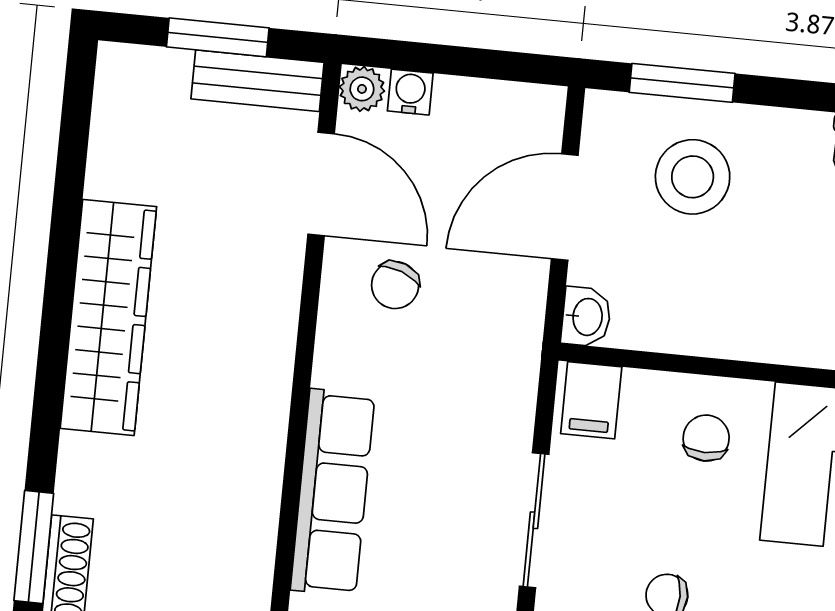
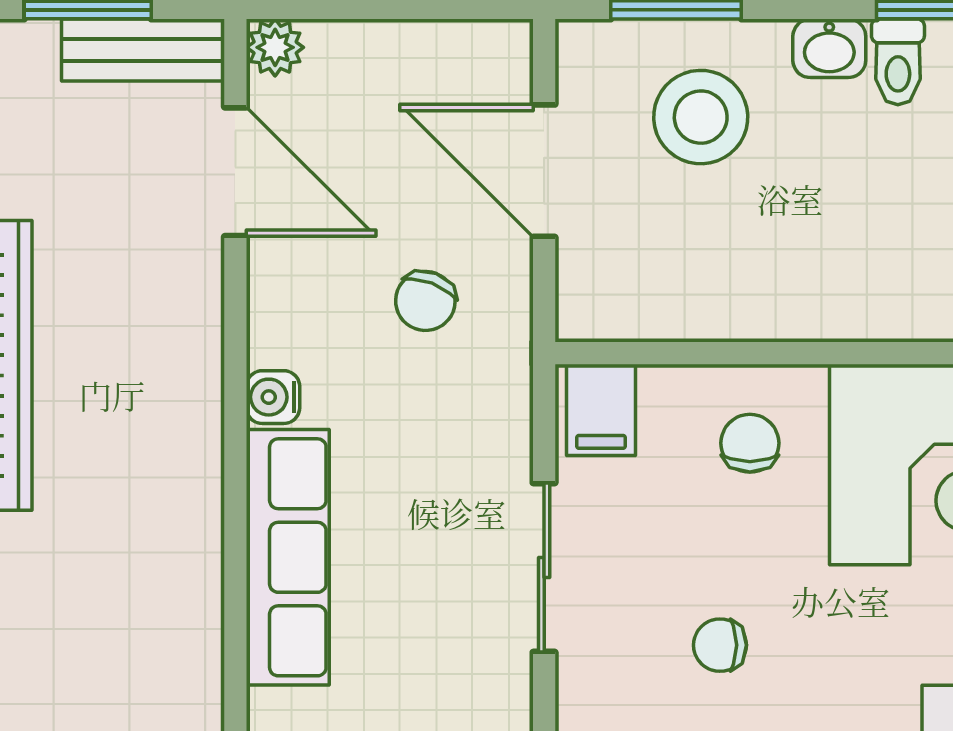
water cooler: (410, 92) -> (273, 397), moved, turned -90
door: (565, 207) -> (544, 171), hinge flipped
chair: (395, 285) -> (425, 301), moved
washbasin: (586, 317) -> (829, 48), moved, turned 90

